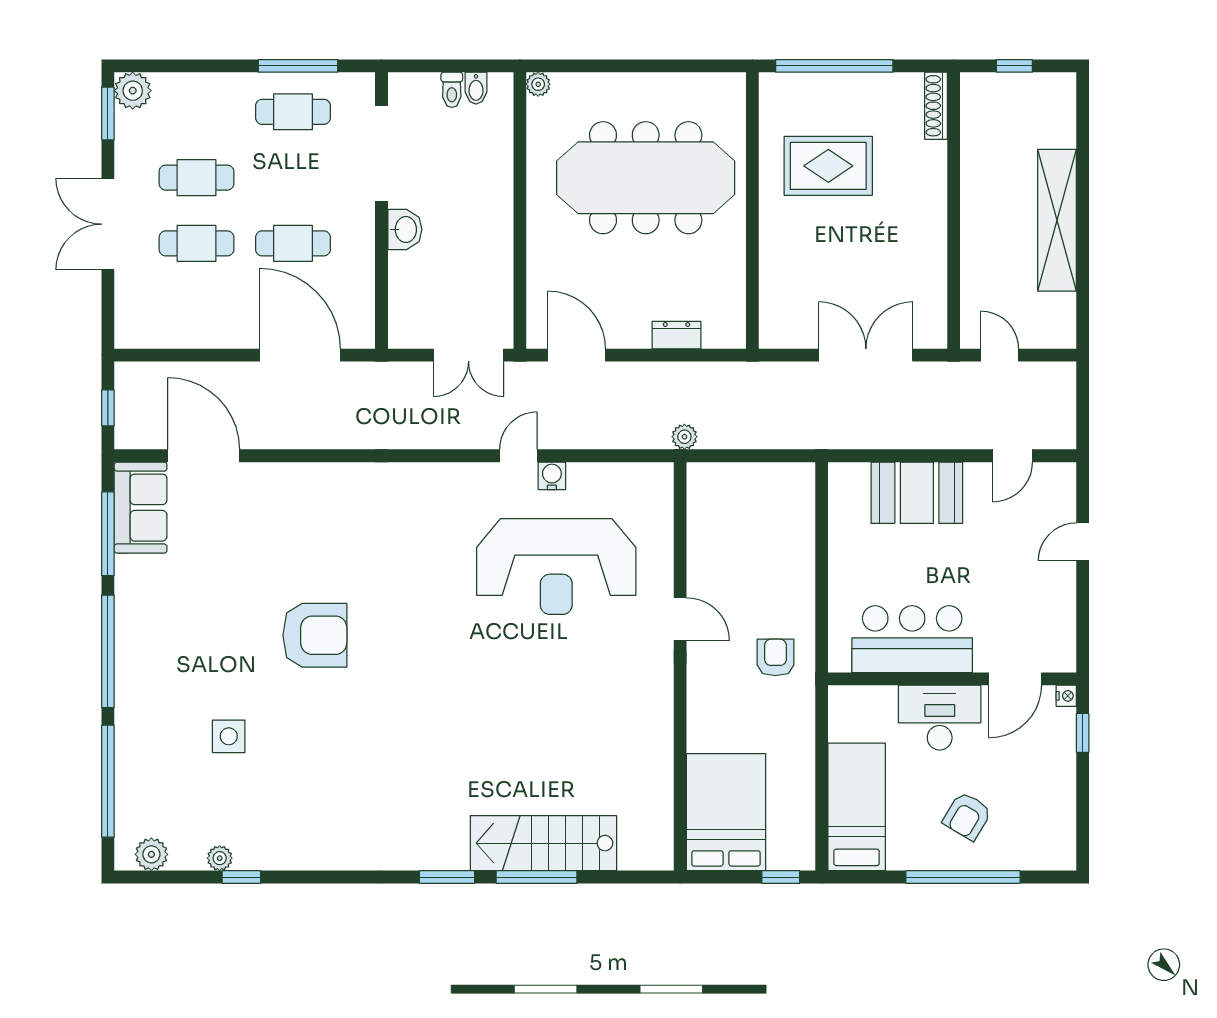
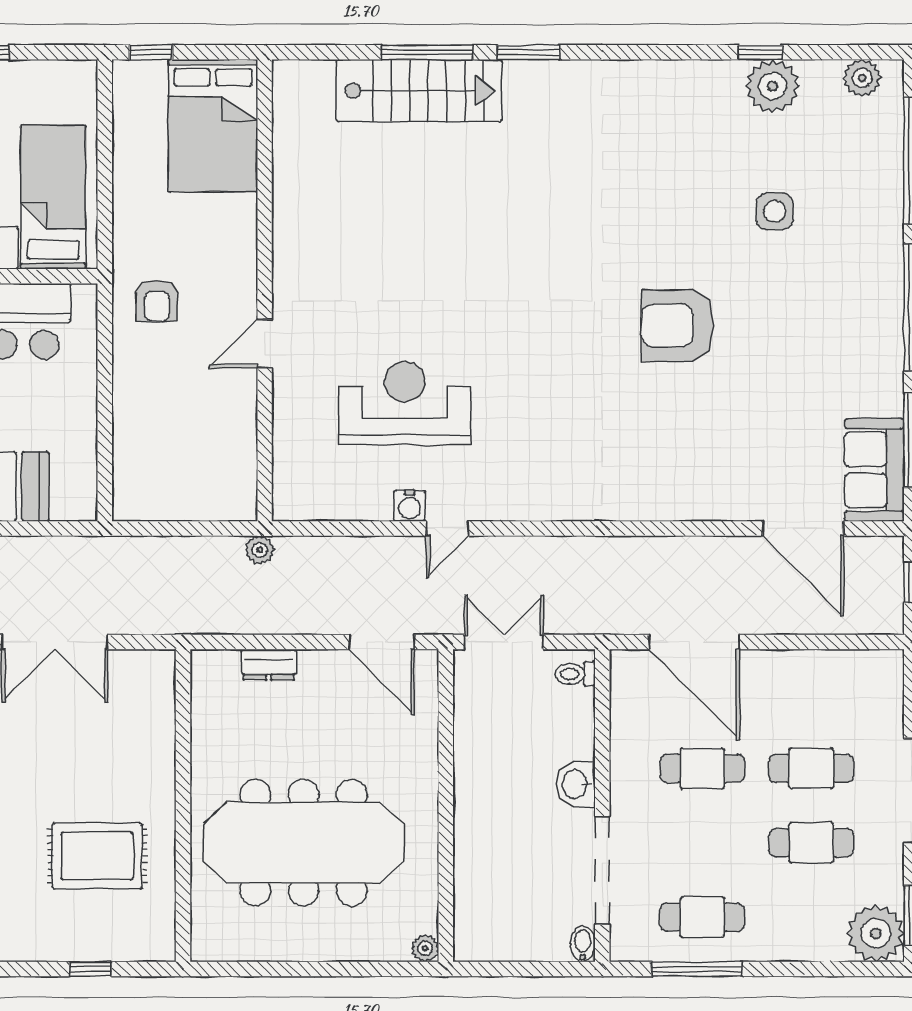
window: (834, 66) -> (91, 969), width x0.32
bidet: (476, 88) -> (583, 944), moved
toilet: (452, 90) -> (575, 674), moved, turned -90
plant: (133, 91) -> (876, 933), width x1.36, depth x1.36
reception desk: (556, 567) -> (405, 403), width x0.74, depth x0.77
door: (680, 619) -> (265, 344), hinge flipped
bed: (857, 807) -> (53, 197), moved, turned 180
plant: (220, 858) -> (773, 86), width x1.87, depth x1.87

